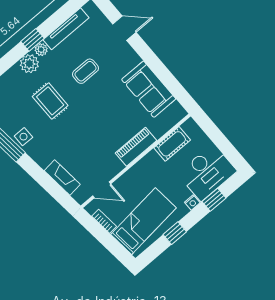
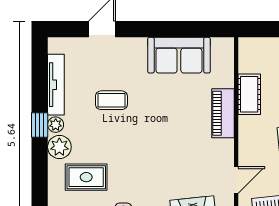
coffee table: (85, 71) -> (111, 100), turned 90
rug: (50, 101) -> (86, 177), moved
cot: (172, 144) -> (249, 94), moved

